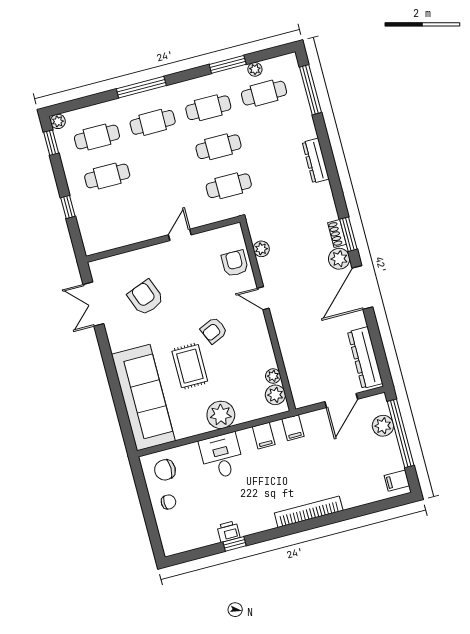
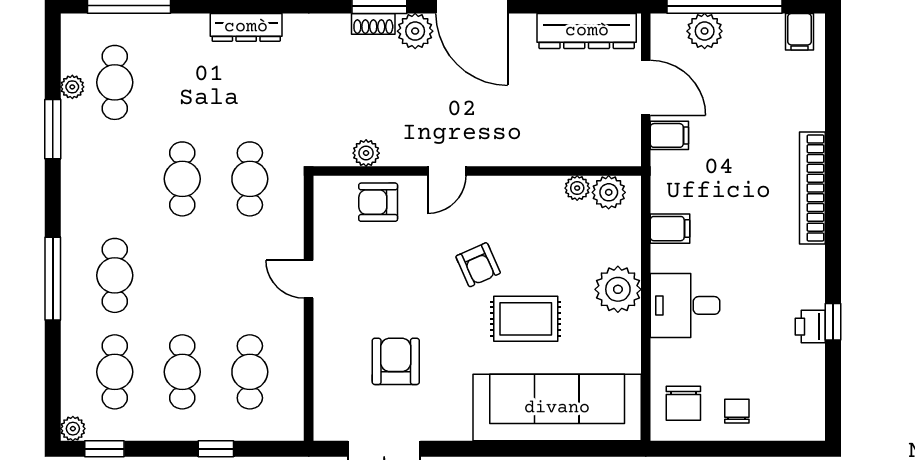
cafe table: (208, 108) -> (250, 372), moved
armchair: (146, 298) -> (396, 361), turned 111
filing cabinet: (293, 428) -> (669, 135), moved

